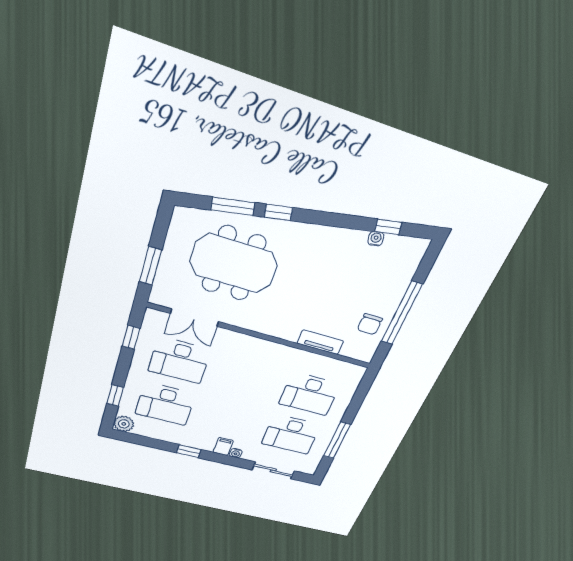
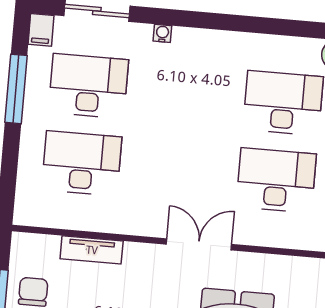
double door: (195, 318) -> (199, 244), moved
filing cabinet: (223, 446) -> (41, 30), moved
window: (189, 451) -> (234, 23), removed

